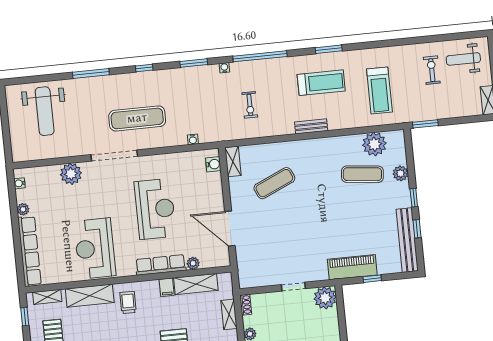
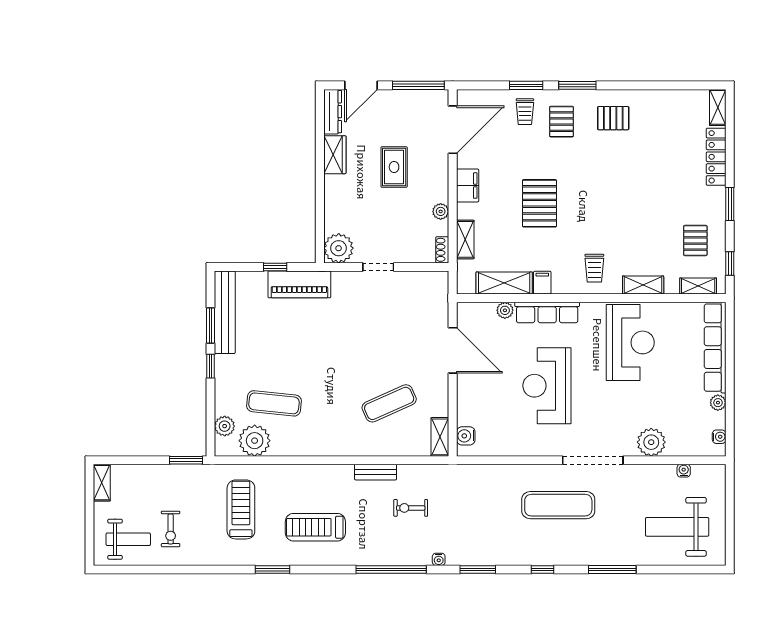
window: (329, 49) -> (273, 569), moved
exercise bike: (250, 105) -> (411, 508), turned -90
weight bench: (45, 111) -> (677, 527), turned -90
bench: (311, 126) -> (376, 472), moved
water cooler: (193, 139) -> (684, 471), moved
plant: (401, 173) -> (225, 426), moved
window: (417, 229) -> (211, 326), width x1.50
shelving: (90, 296) -> (643, 285), width x0.67, depth x0.75

